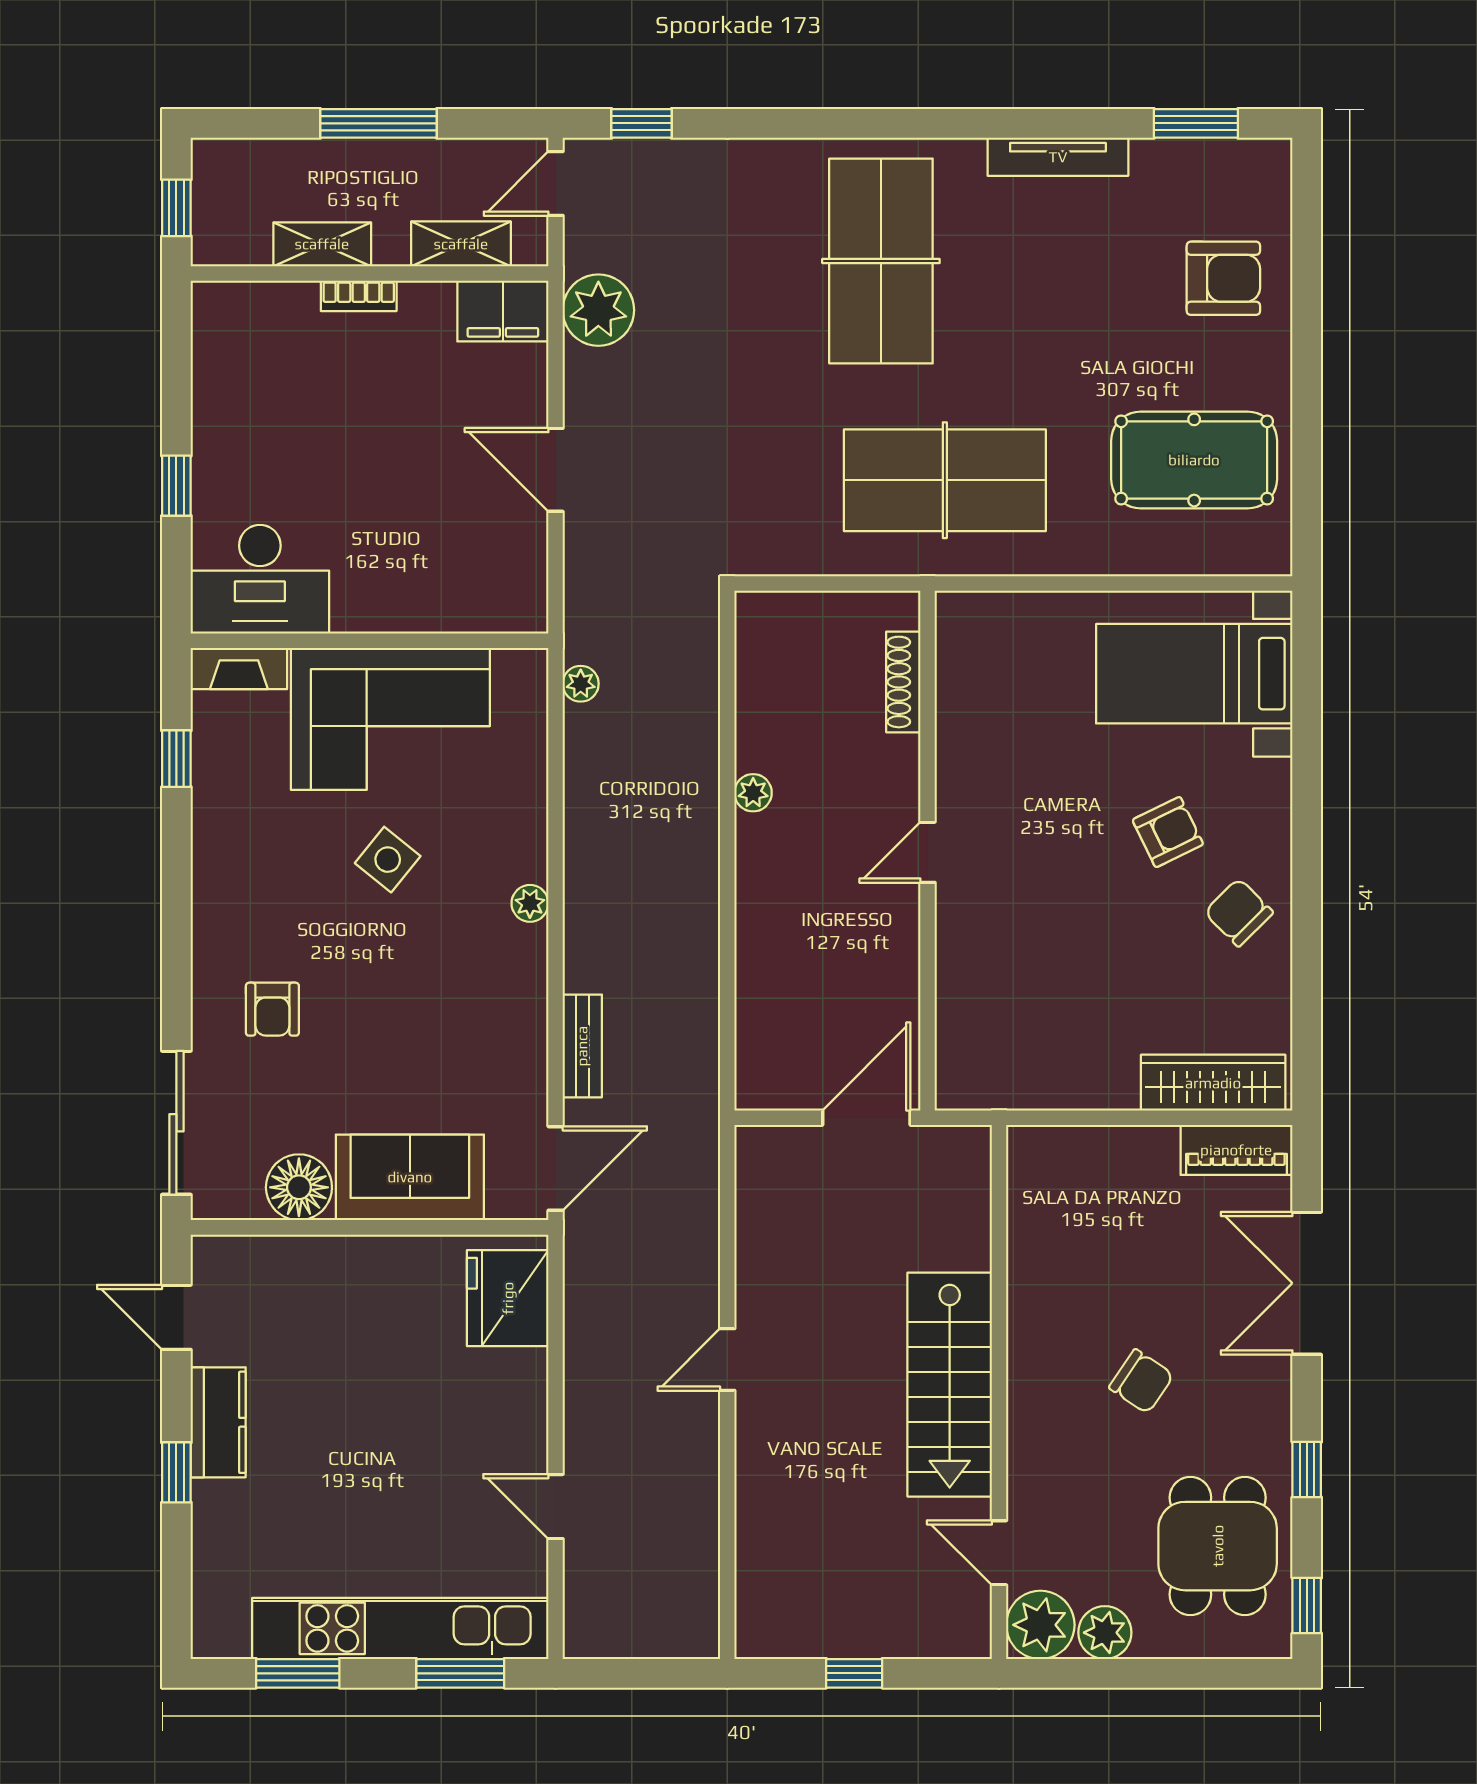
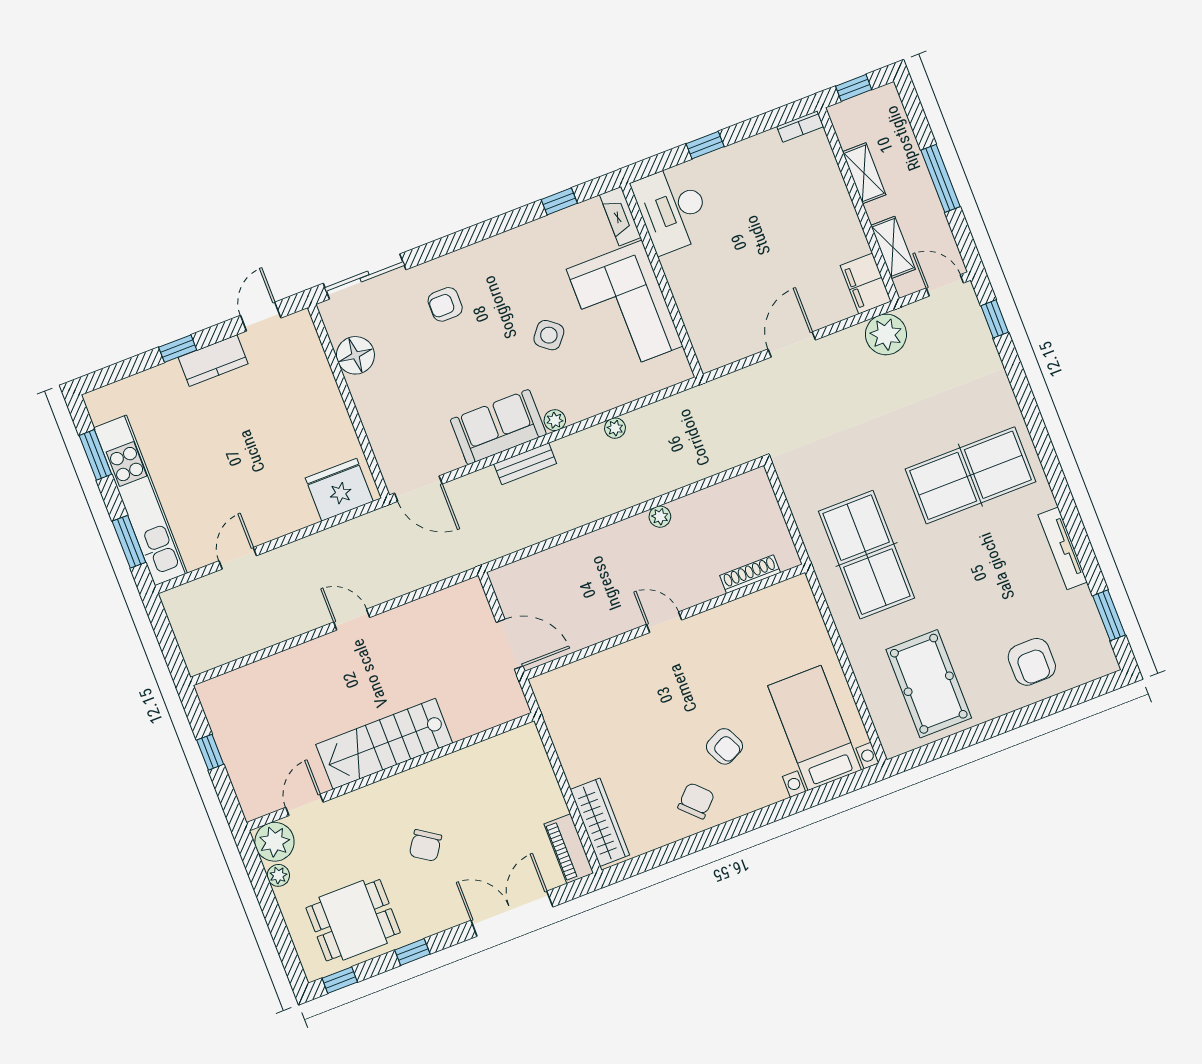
bookcase: (359, 296) -> (800, 127), moved, turned -90
plant: (581, 684) -> (615, 428), moved
bench: (582, 1046) -> (525, 464), moved
sofa: (410, 1177) -> (498, 427), moved, turned -90
plant: (1105, 1633) -> (278, 875), width x0.73, depth x0.73

